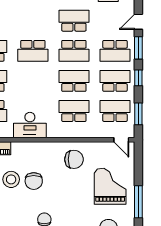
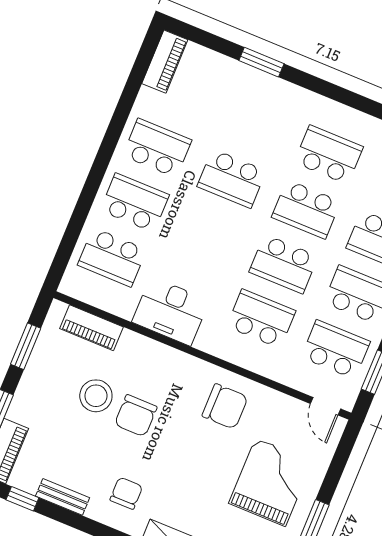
school desk: (74, 81) -> (284, 264), turned 180

